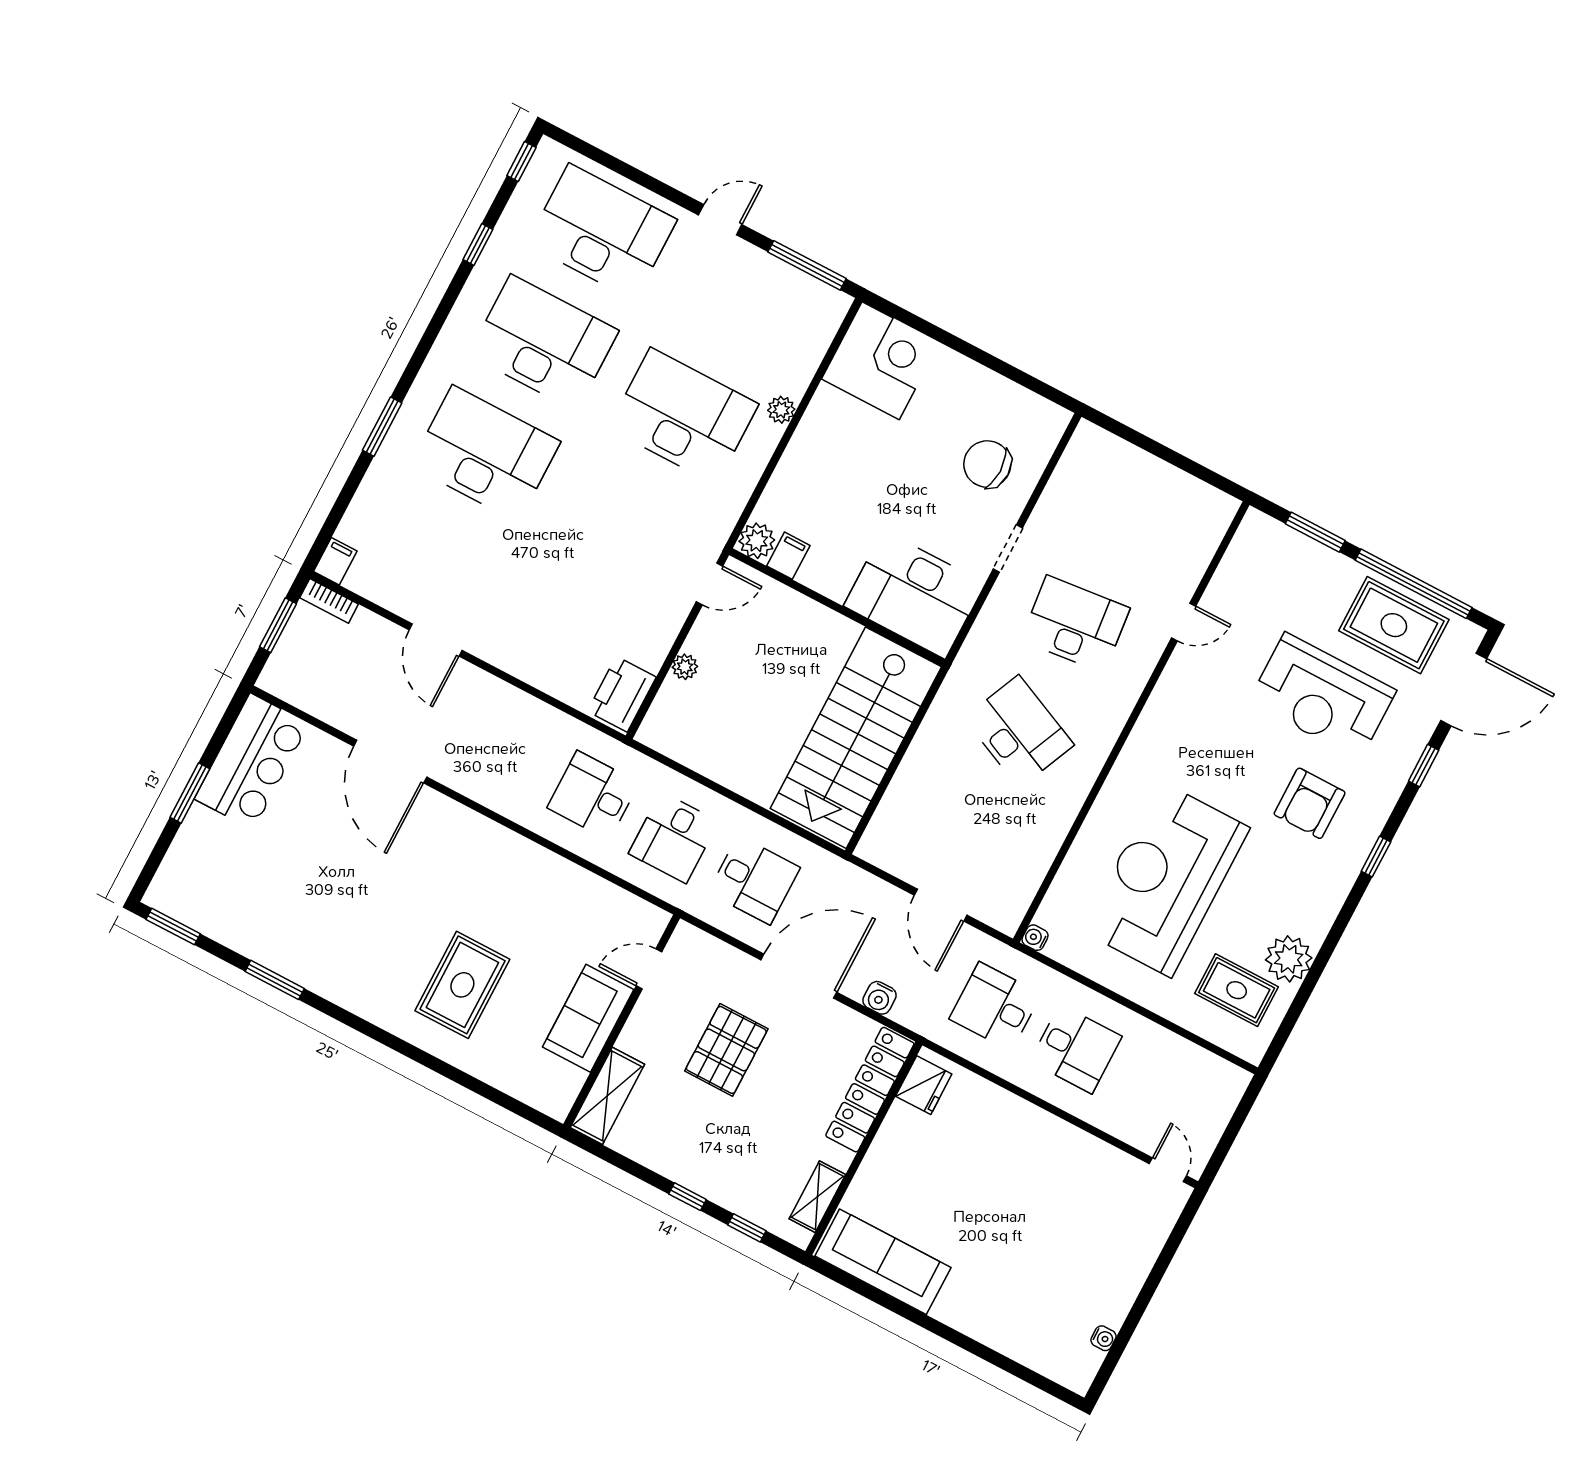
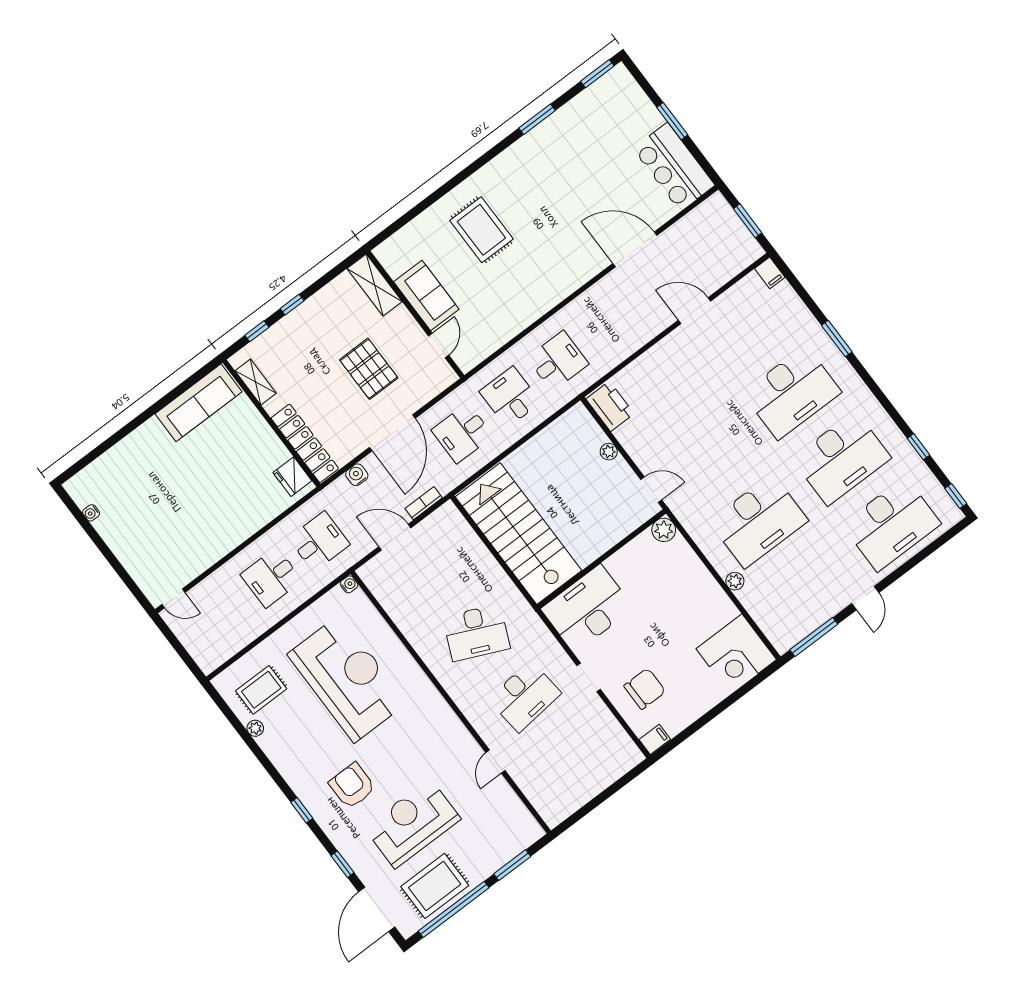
filing cabinet: (788, 556) -> (655, 739), moved, turned -90
door: (710, 584) -> (651, 490), swing flipped
bookcase: (329, 601) -> (424, 503), moved
plant: (1289, 959) -> (255, 728), width x0.53, depth x0.53

